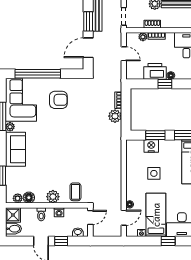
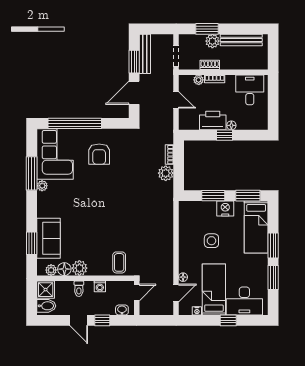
armchair: (58, 100) -> (99, 154), turned 90
nightstand: (151, 146) -> (225, 208), moved
sofa: (15, 149) -> (49, 238), moved
plant: (53, 197) -> (79, 268), moved

